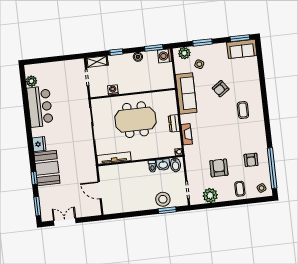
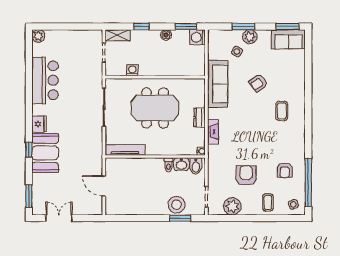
plant: (184, 53) -> (250, 37), moved
plant: (31, 81) -> (38, 36), moved
window: (34, 178) -> (29, 150), moved

